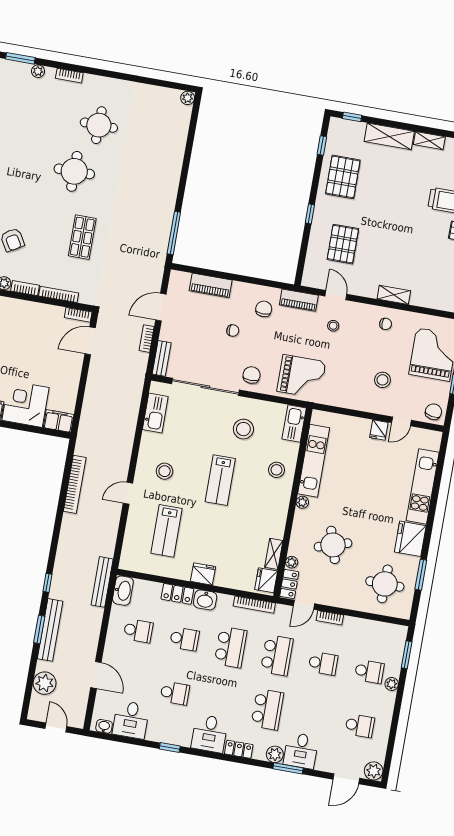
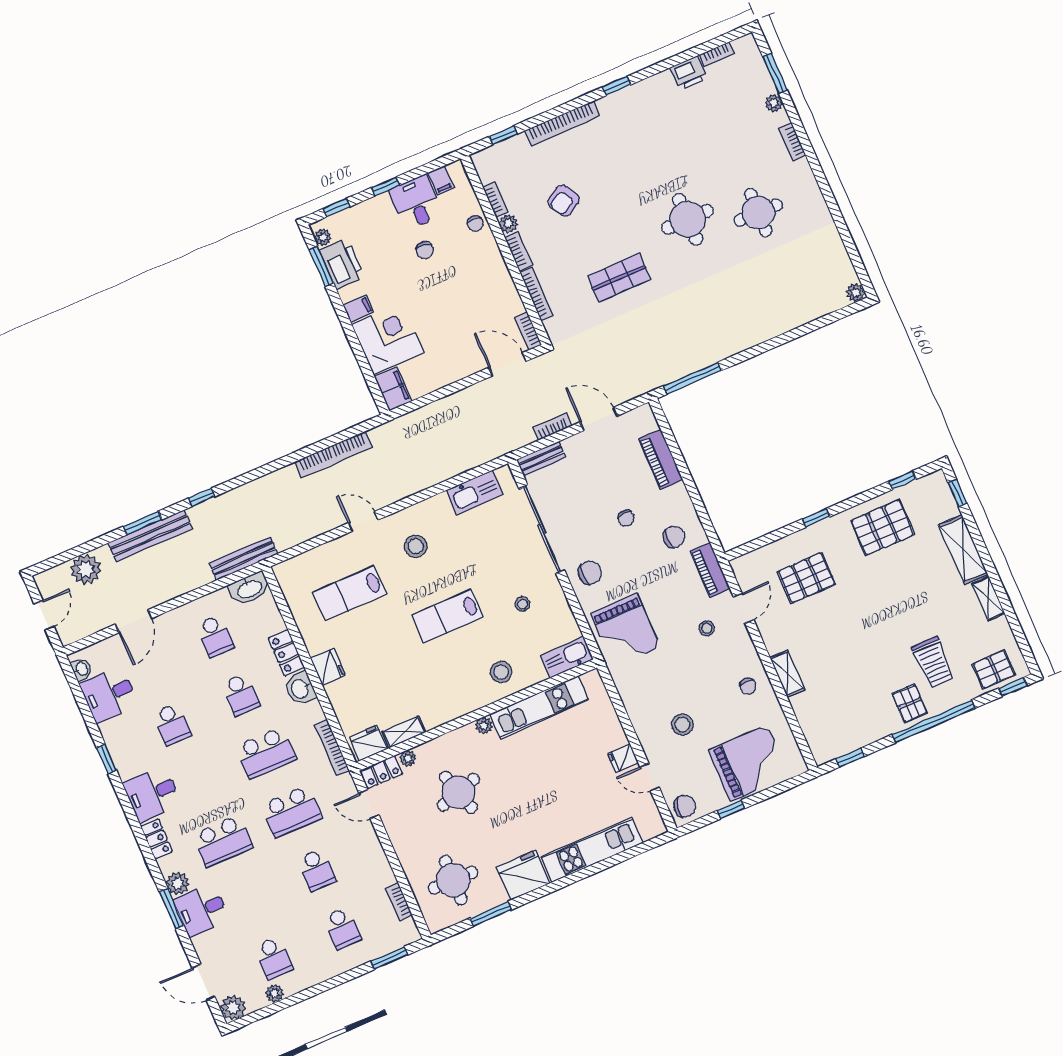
stool: (243, 429) -> (523, 604), width x0.53, depth x0.53
bookcase: (330, 618) -> (399, 902), moved
plant: (392, 684) -> (275, 993), moved

